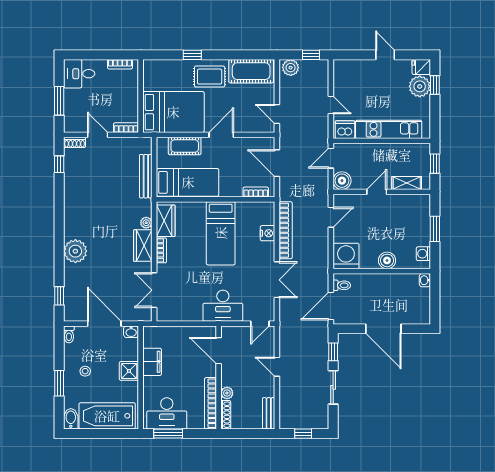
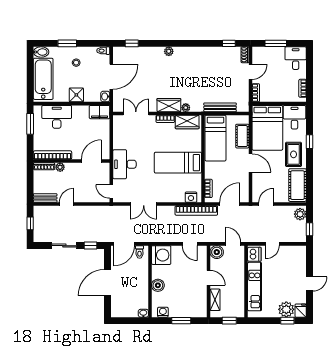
desk: (159, 75) -> (294, 117), added
bookcase: (286, 230) -> (196, 211), moved
nightstand: (268, 233) -> (191, 197), moved
plant: (75, 251) -> (169, 51), width x0.53, depth x0.53
door: (331, 306) -> (124, 244), swing flipped
filing cabinet: (152, 362) -> (100, 112), moved
door: (277, 367) -> (67, 204), moved
desk: (167, 413) -> (57, 117), moved, turned 90

